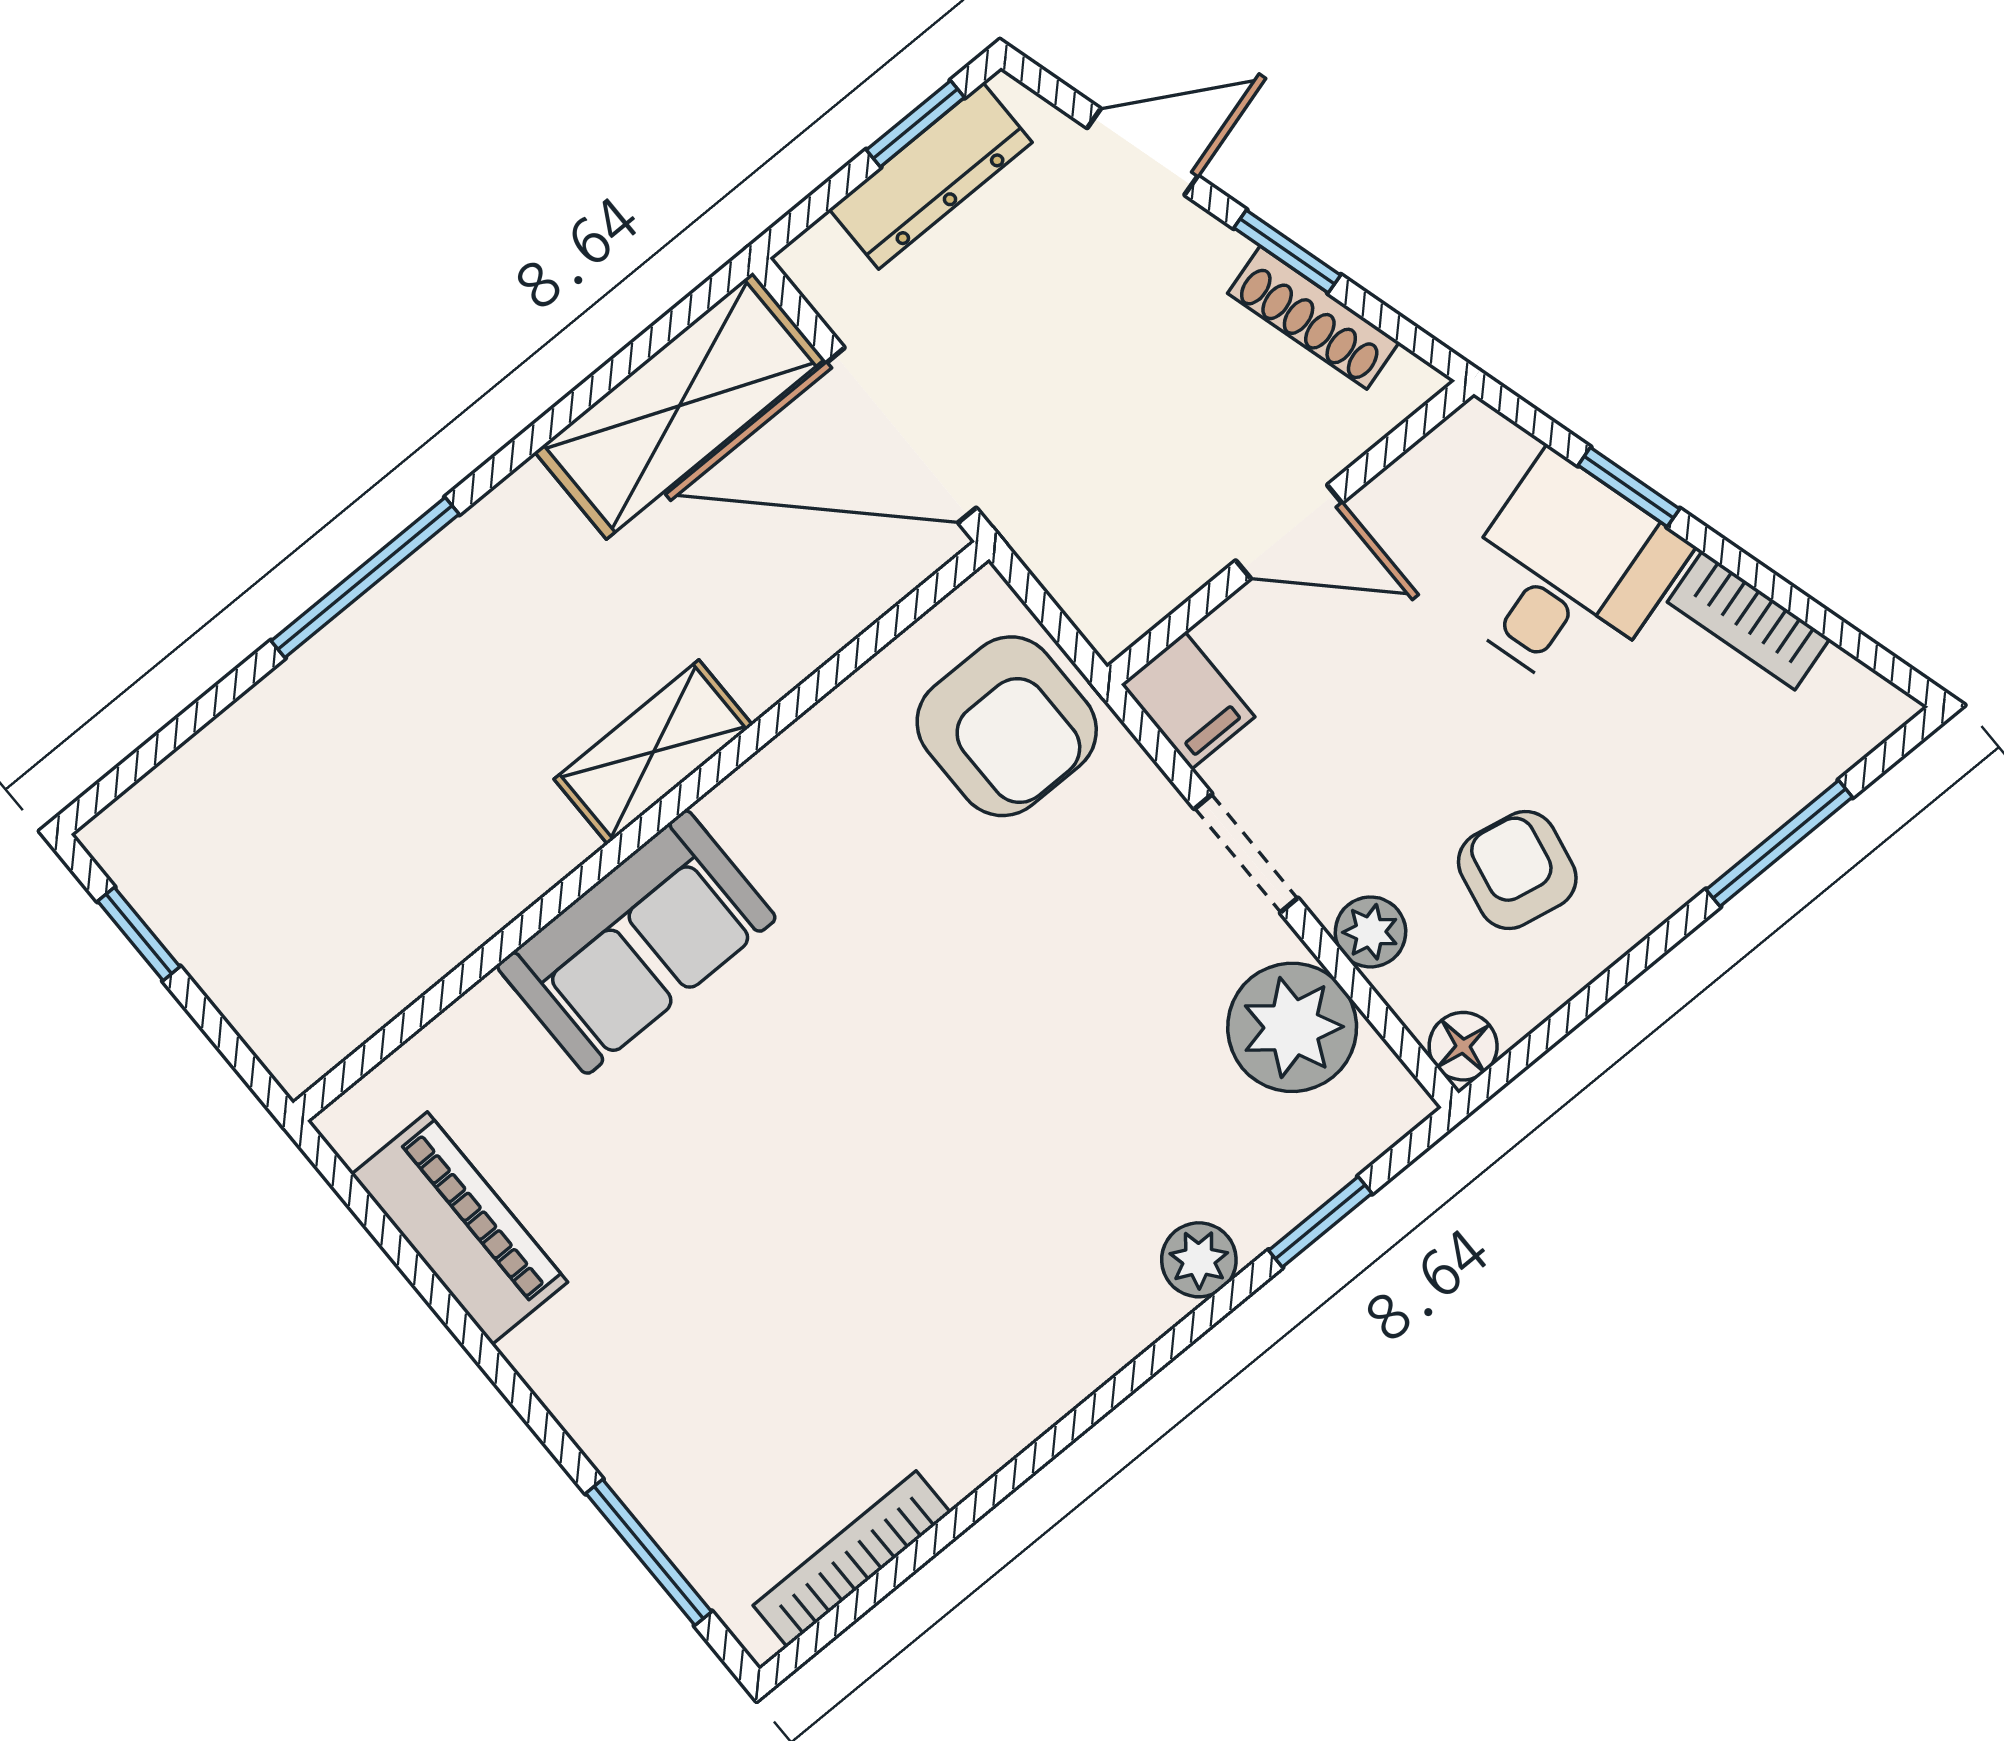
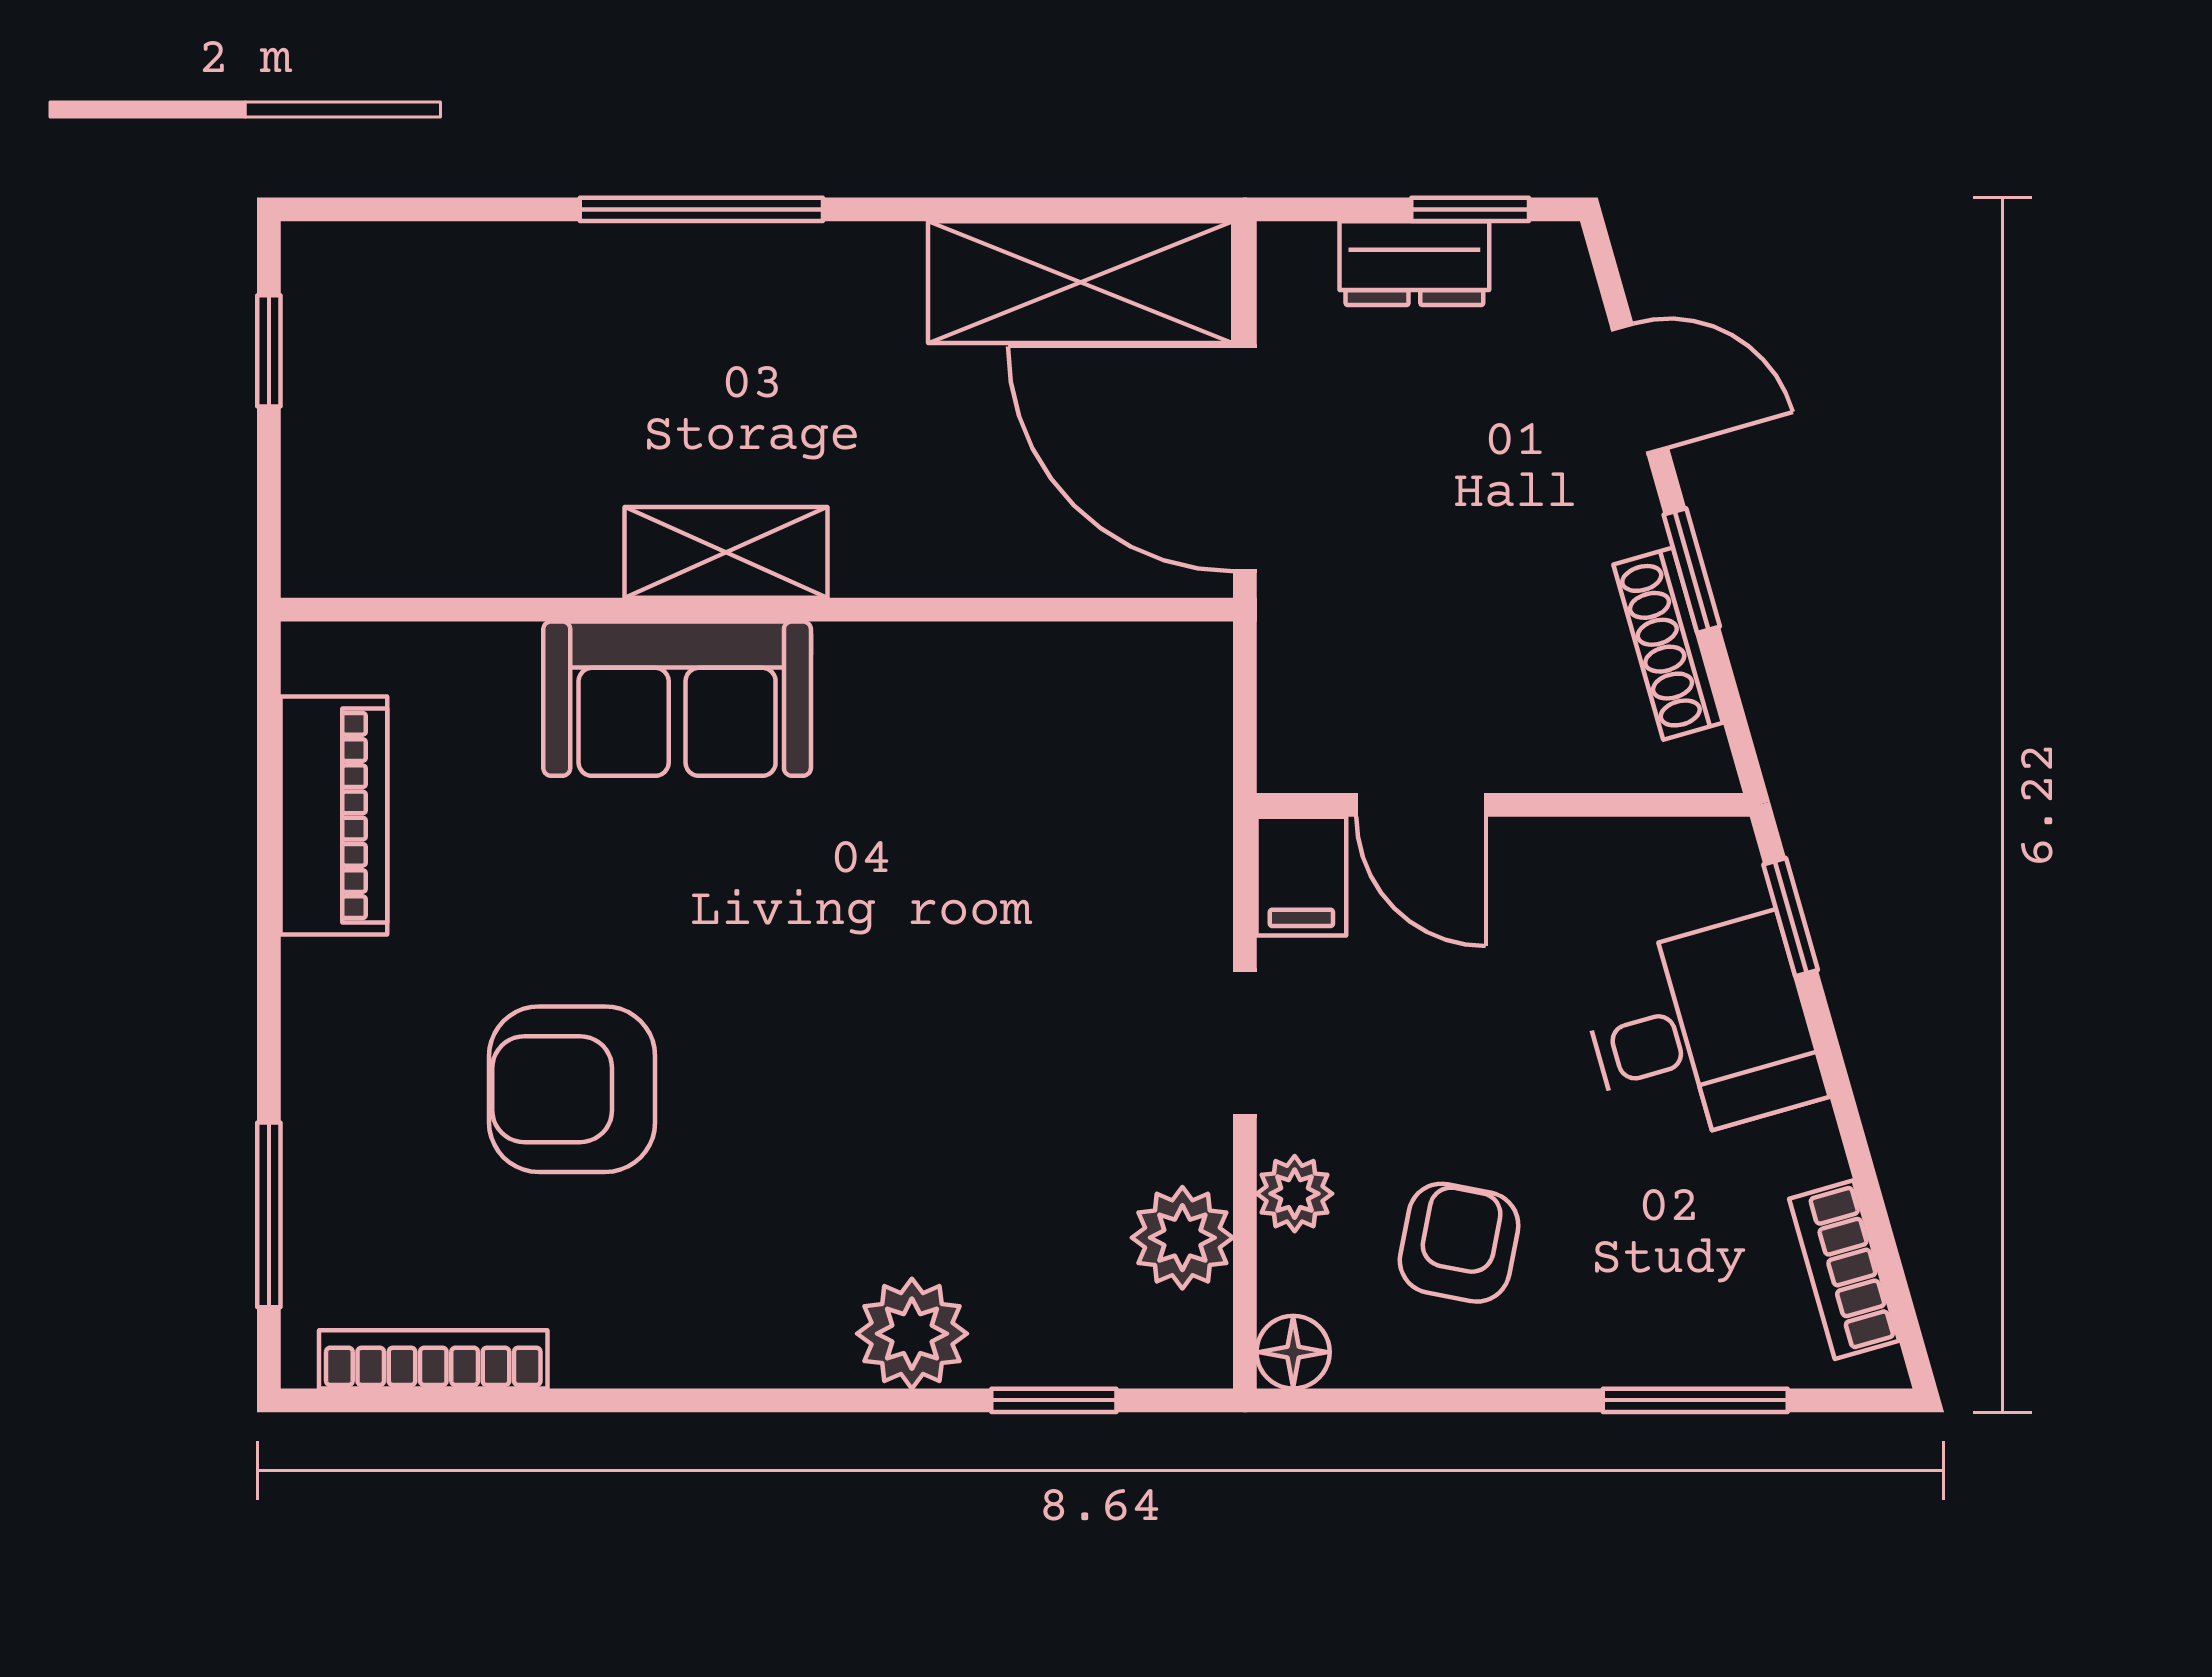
dresser: (931, 176) -> (1414, 263), width x0.70
window: (1629, 487) -> (1791, 917), moved
door: (1289, 532) -> (1421, 805), moved
bookcase: (1749, 621) -> (1844, 1270), moved
armchair: (1007, 726) -> (572, 1089), moved, turned 90
shelving: (653, 752) -> (726, 552), moved
plant: (1292, 1027) -> (1182, 1238), width x0.73, depth x0.73
plant: (1199, 1260) -> (912, 1334), width x1.38, depth x1.38

